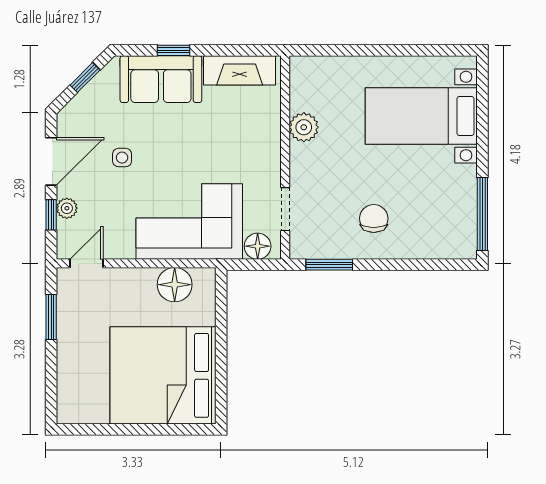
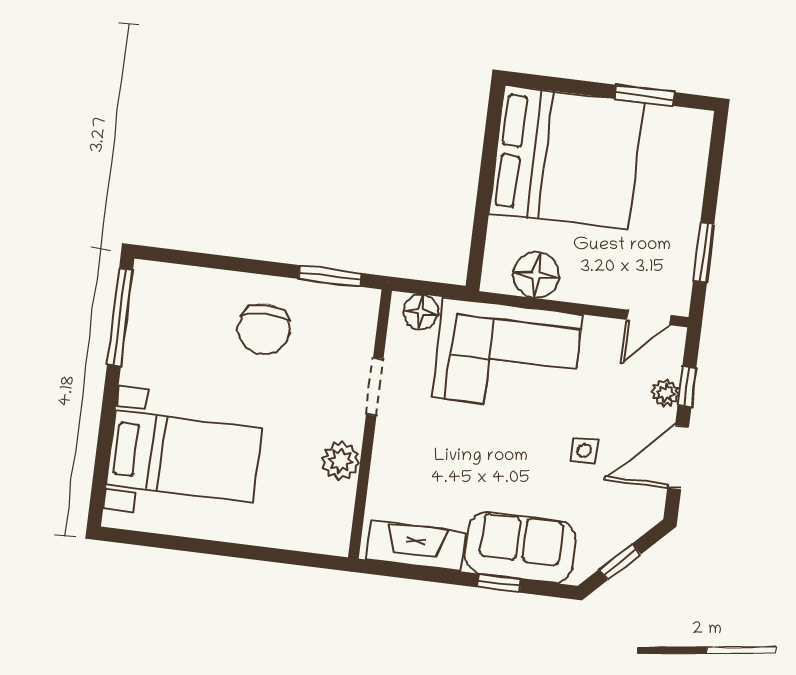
doorway: (285, 209) -> (375, 387), moved
chair: (374, 219) -> (264, 329), width x1.37, depth x1.37
window: (110, 429) -> (645, 95), added

